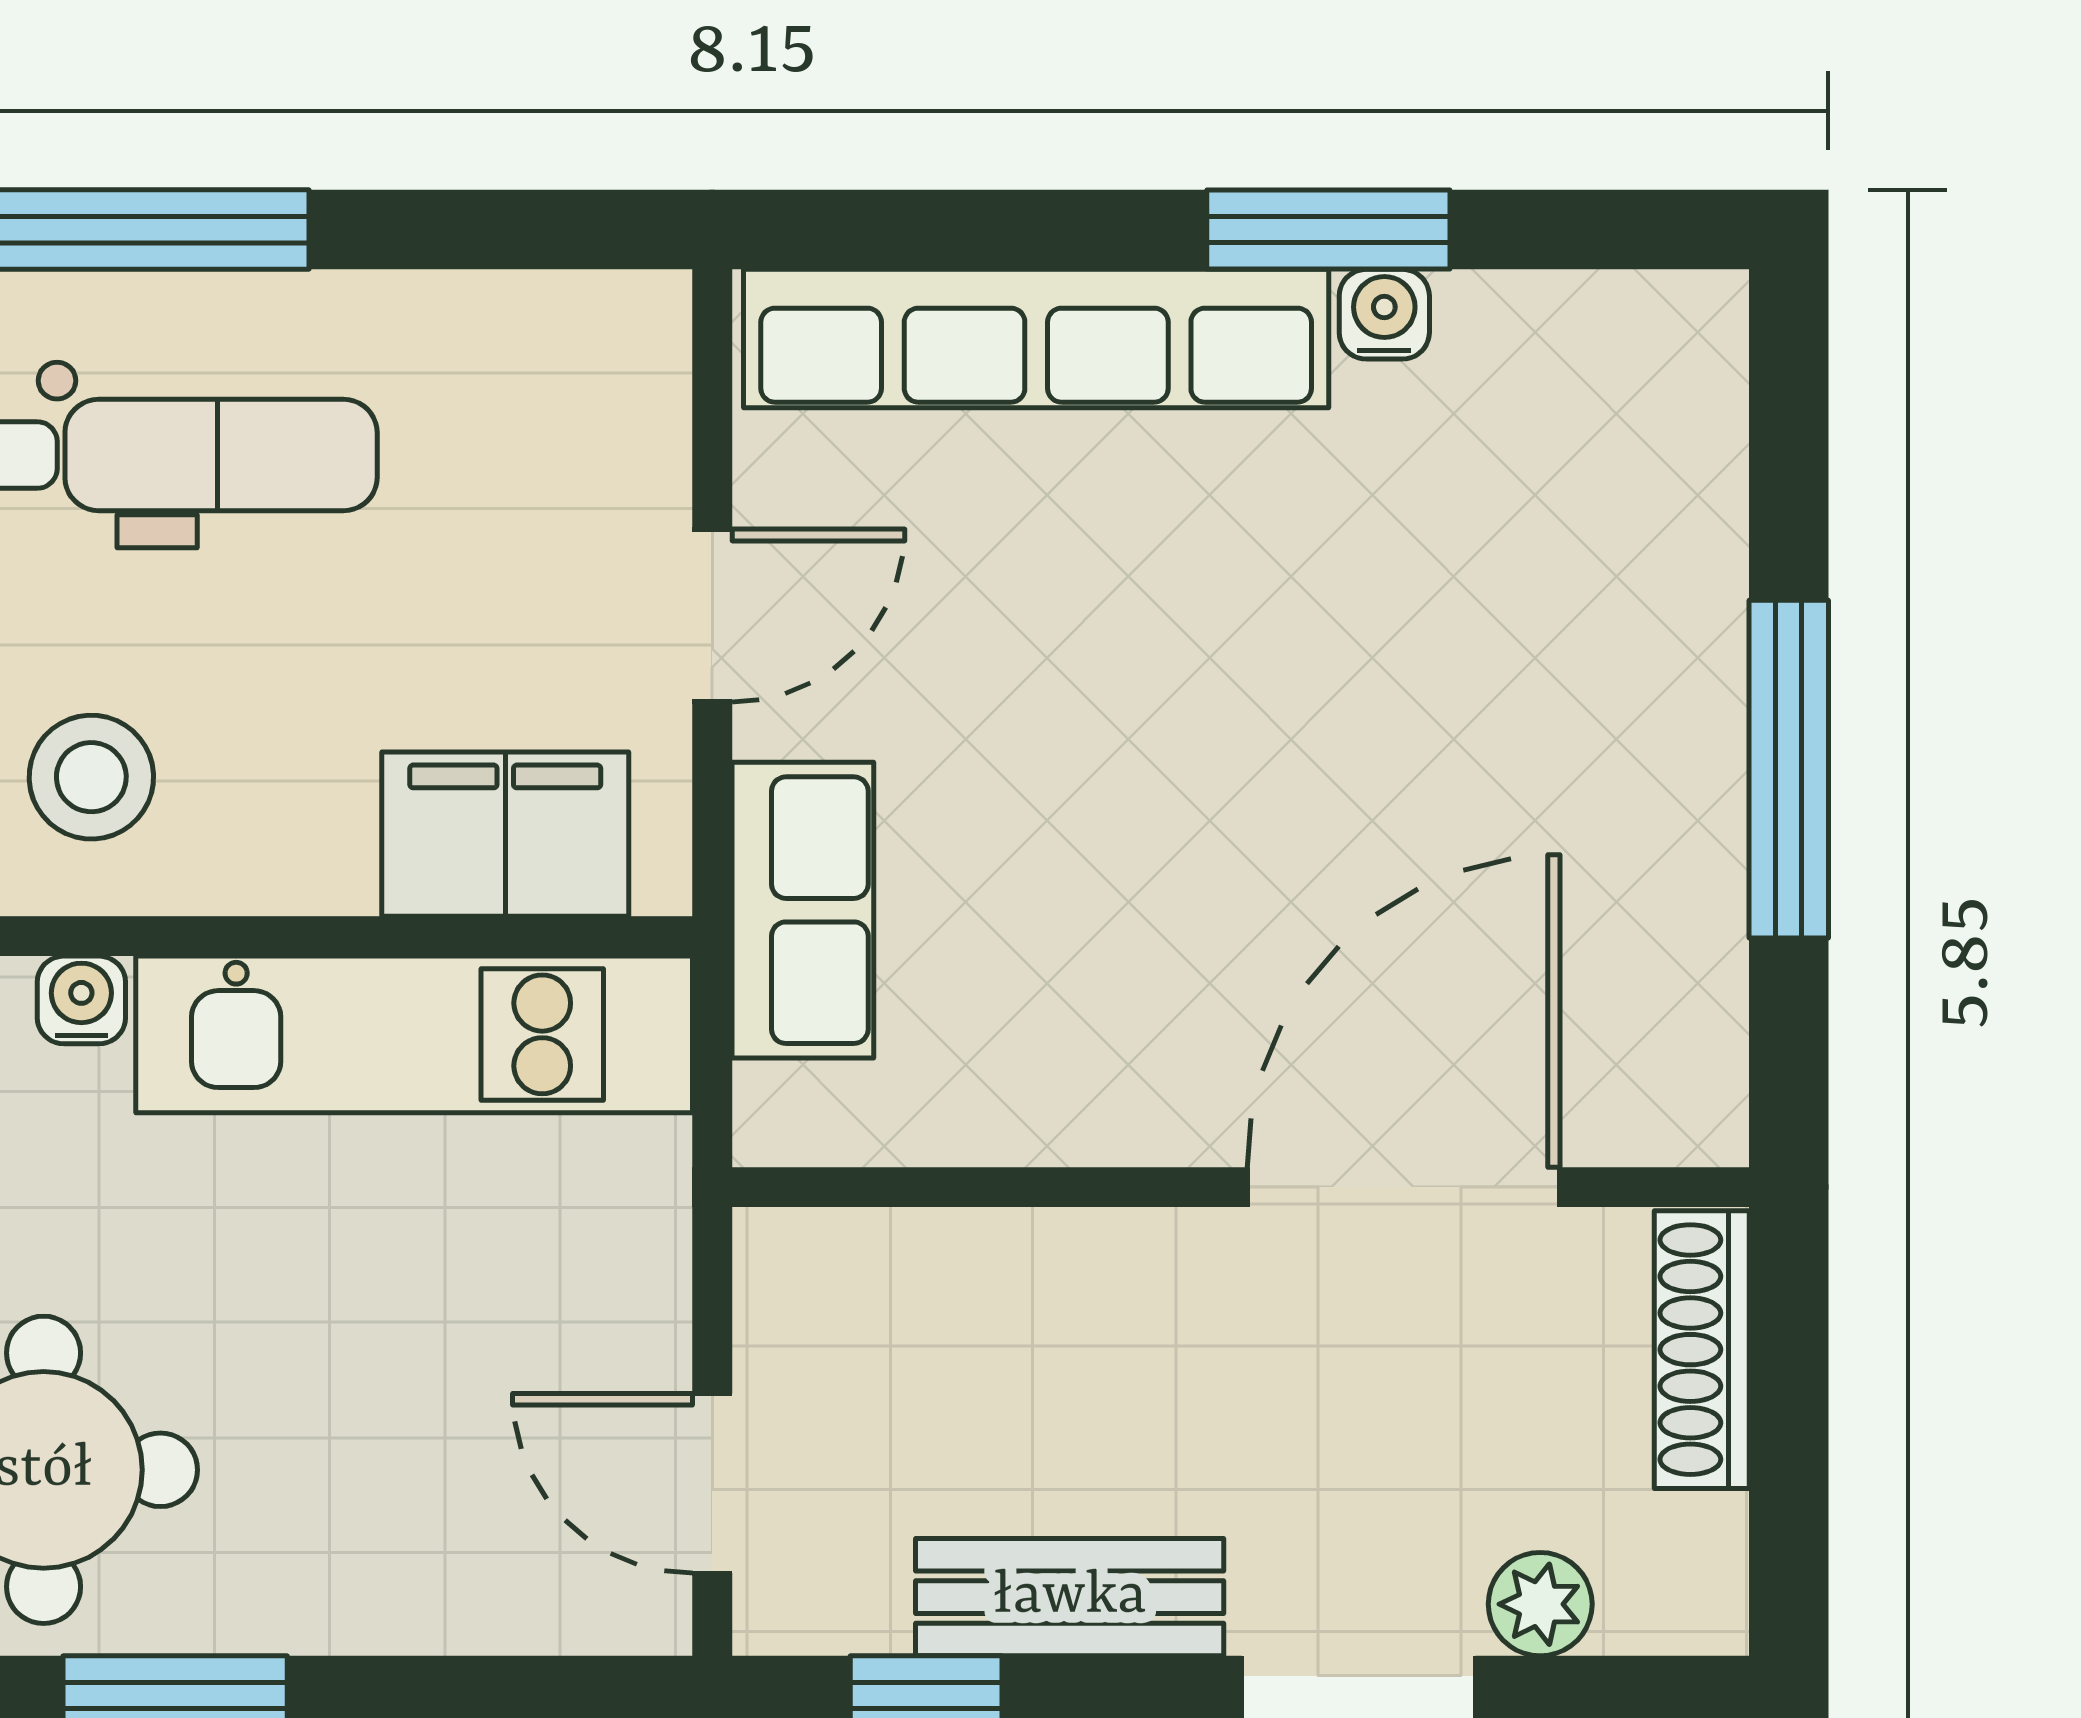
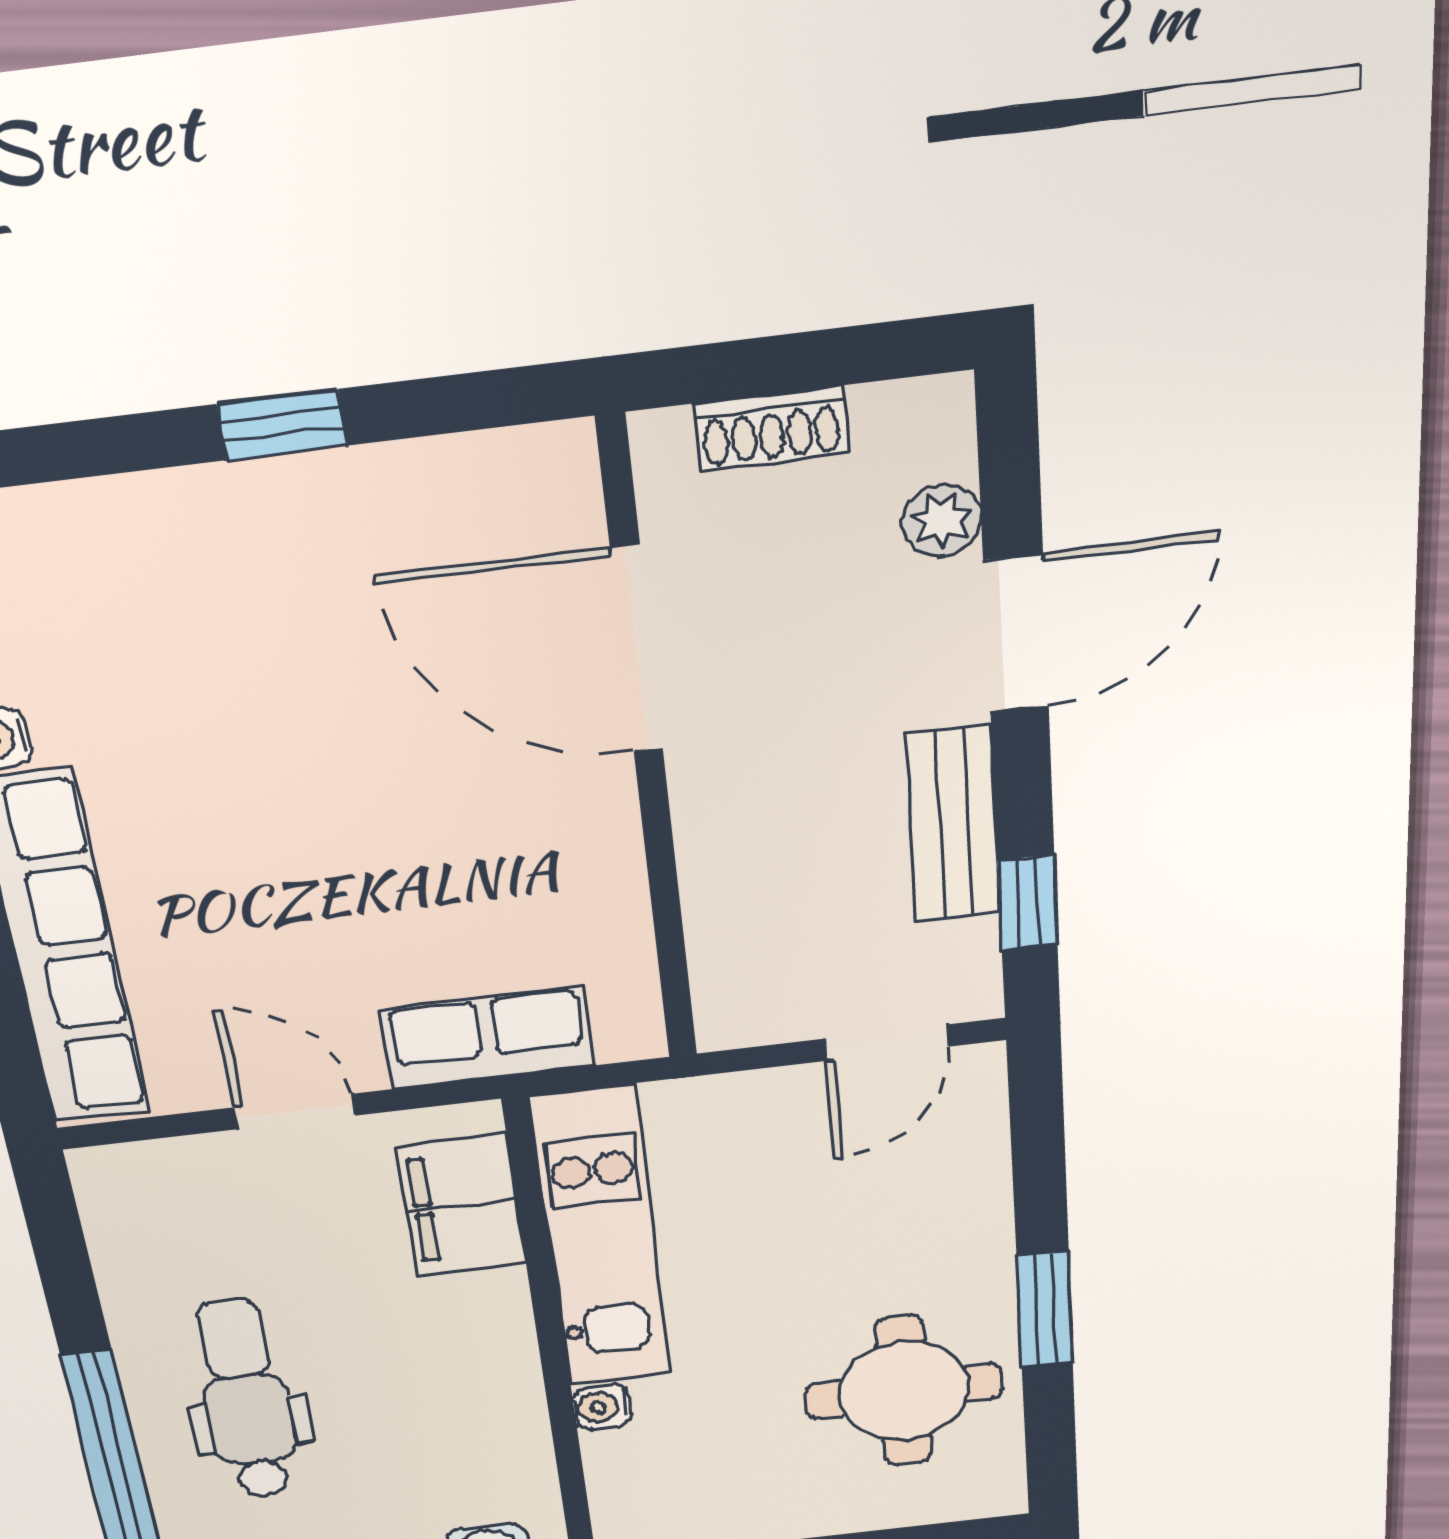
window: (1789, 769) -> (282, 425), width x0.46
stool: (91, 777) -> (460, 1418), removed
shoe rack: (1702, 1350) -> (771, 428), width x0.70

